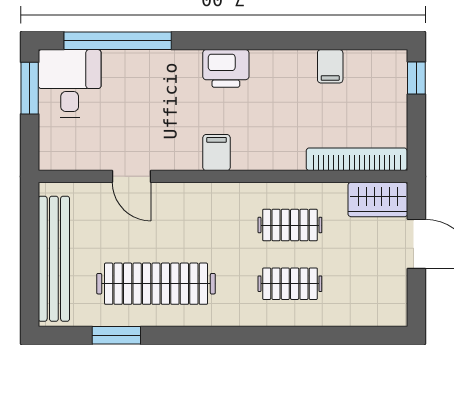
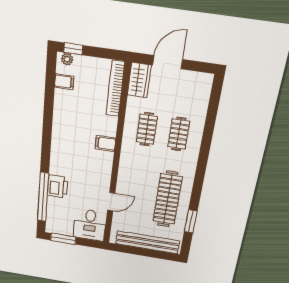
filing cabinet: (330, 66) -> (64, 82), moved
printer: (226, 68) -> (58, 186), moved
plant: (397, 68) -> (67, 59), added
desk: (70, 83) -> (90, 225), moved, turned -90
filing cabinet: (217, 153) -> (105, 143), moved

